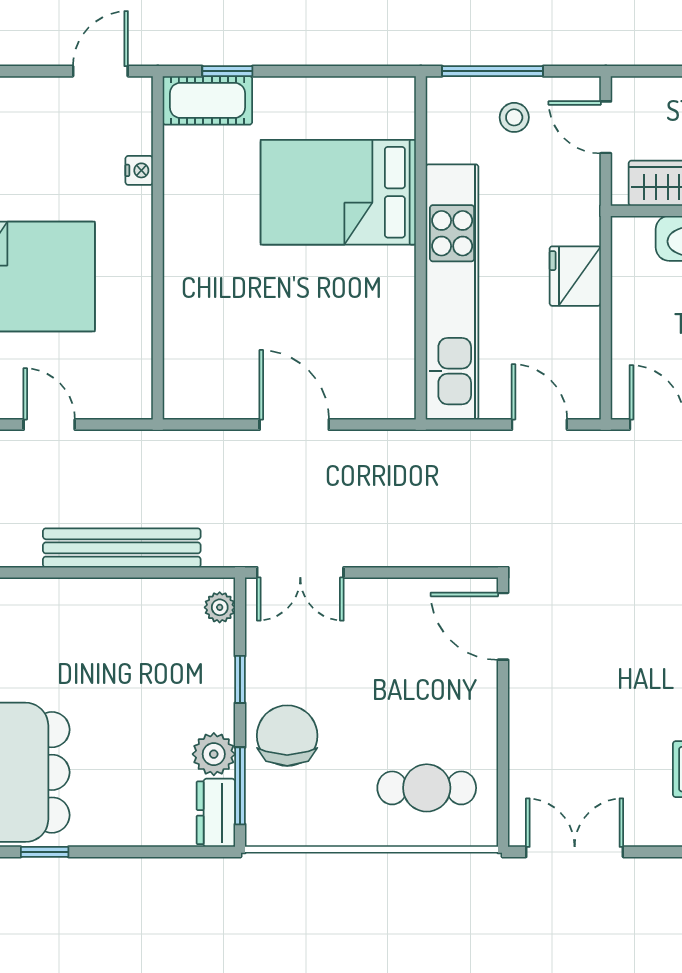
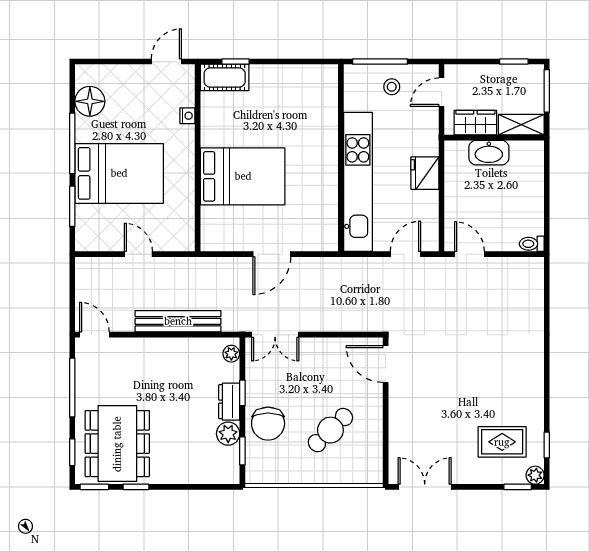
door: (606, 127) -> (442, 92), hinge flipped
bed: (338, 192) -> (243, 176), moved, turned 180
door: (294, 425) -> (272, 254), swing flipped
door: (539, 425) -> (405, 254), hinge flipped
chair: (287, 736) -> (268, 424), turned 180
window: (240, 786) -> (242, 451), width x0.67
cafe table: (427, 788) -> (330, 430), moved, turned -44
dresser: (216, 813) -> (229, 402), moved

